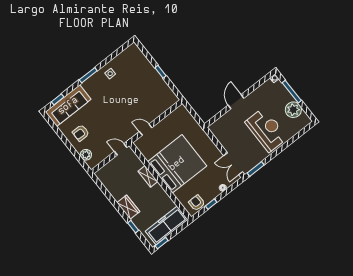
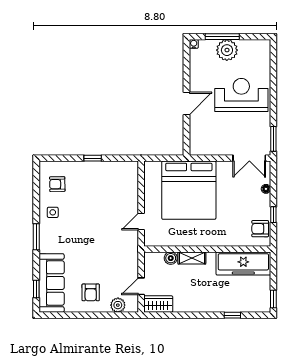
armchair: (129, 63) -> (57, 184), added
door: (236, 102) -> (187, 104), swing flipped
plant: (293, 110) -> (227, 50), moved
door: (121, 149) -> (141, 286), moved
boiler: (138, 164) -> (171, 258), added
bed: (177, 164) -> (189, 190), moved, turned 180
wardrobe: (128, 207) -> (158, 304), moved
freezer: (167, 225) -> (243, 263), moved, turned -90

